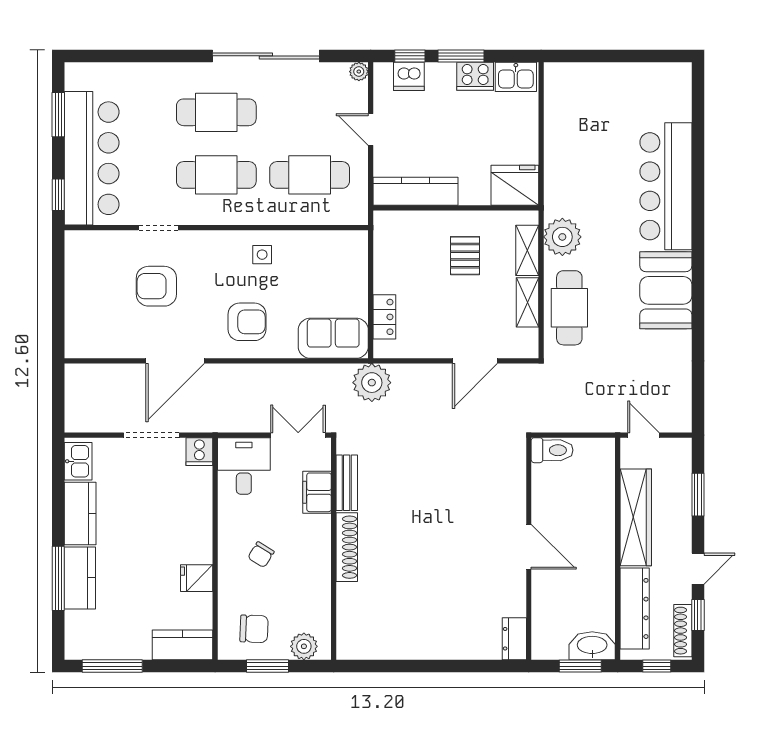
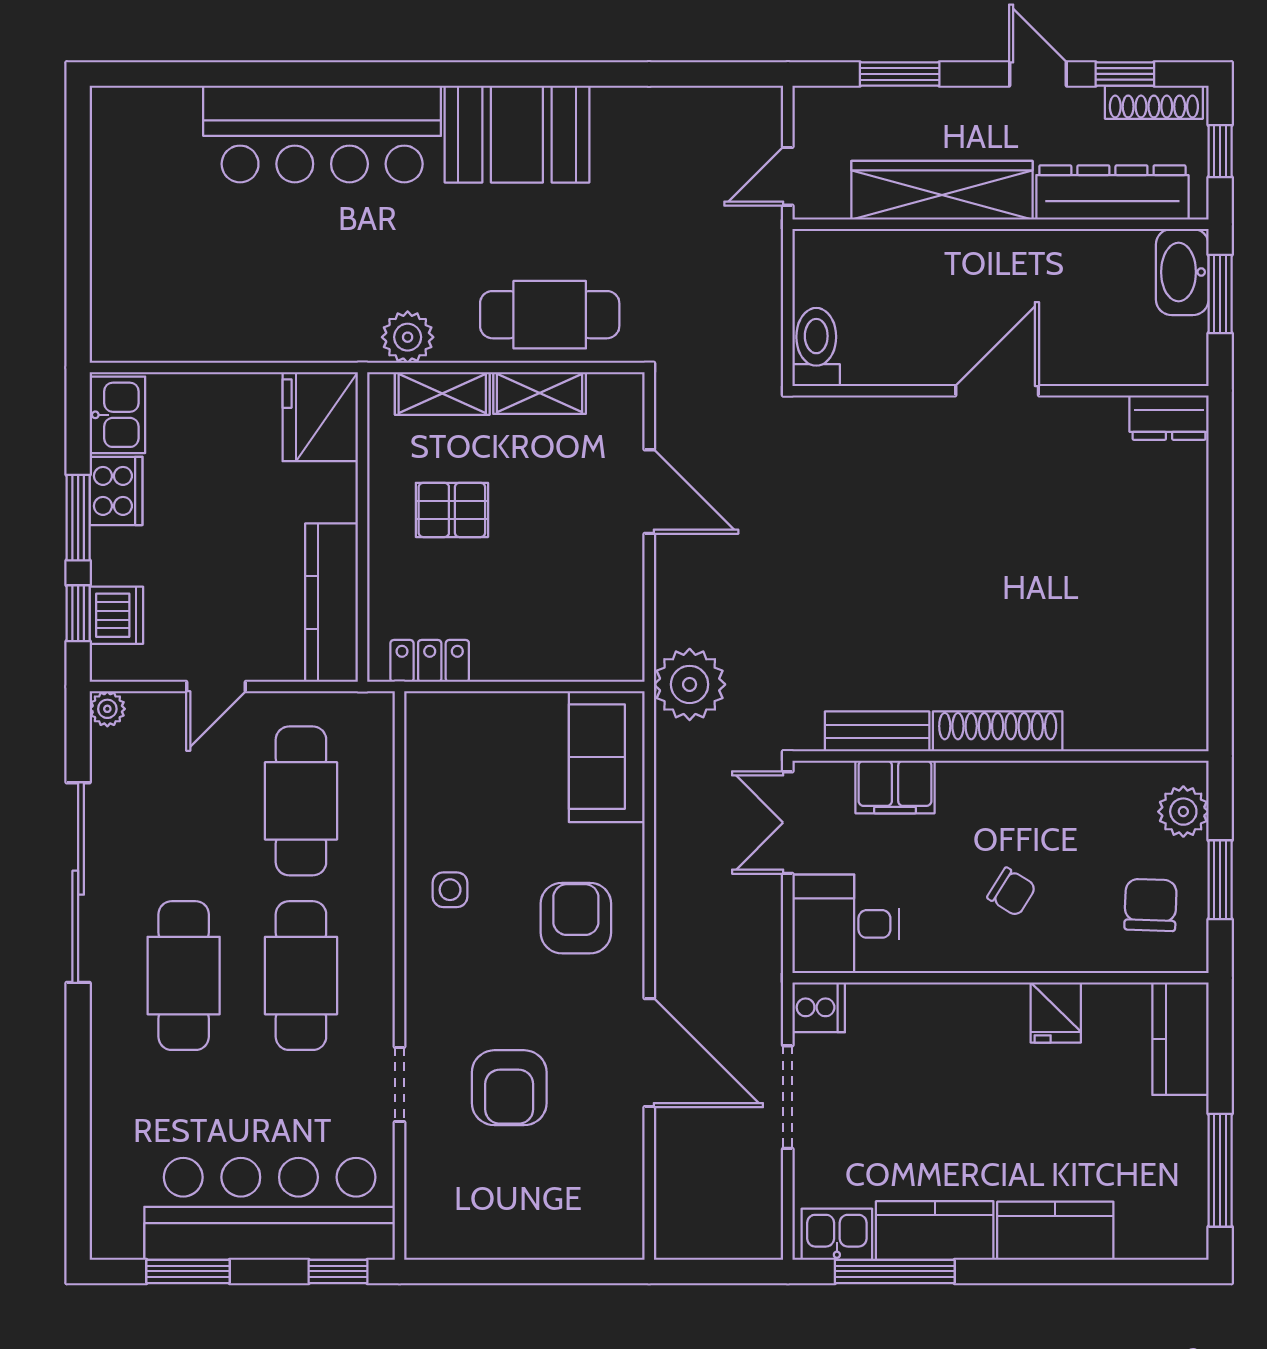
plant: (562, 237) -> (408, 337), width x0.73, depth x0.73
locker: (384, 317) -> (430, 661), moved
window: (58, 578) -> (895, 1271), moved

